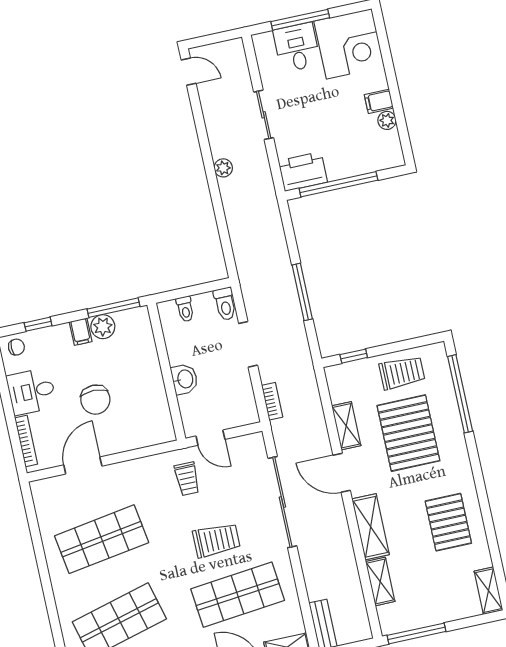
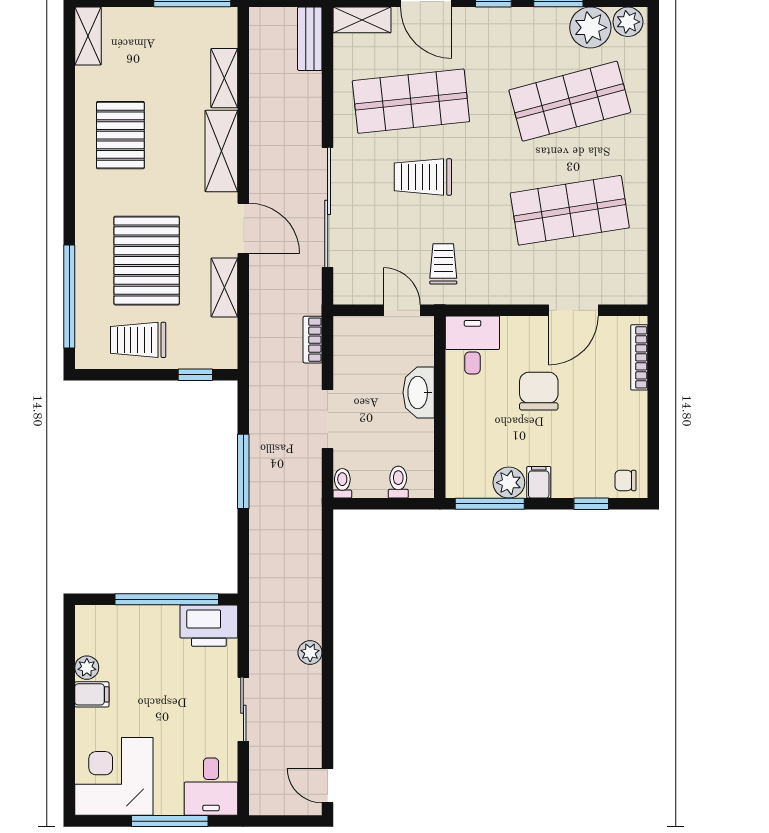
desk: (297, 47) -> (211, 787), moved
toilet: (225, 304) -> (342, 483), width x0.73, depth x0.72
washbasin: (185, 379) -> (419, 392), width x1.38
desk: (31, 391) -> (472, 345), moved, turned -90

